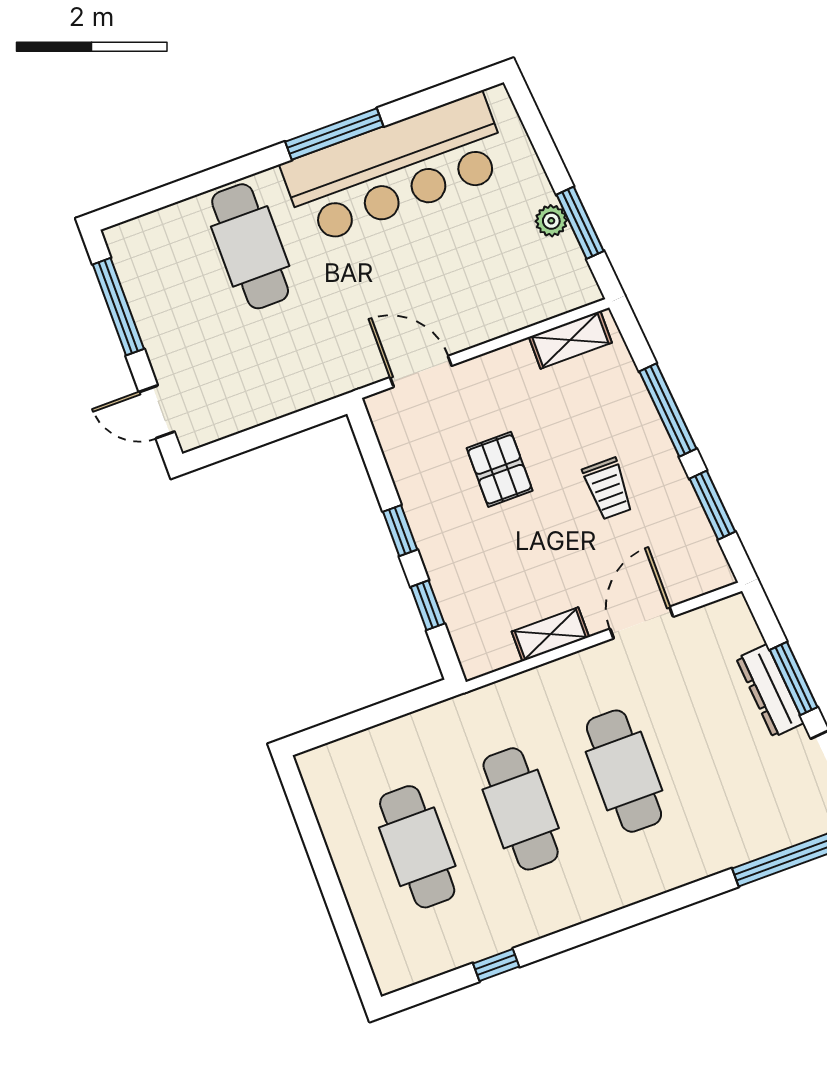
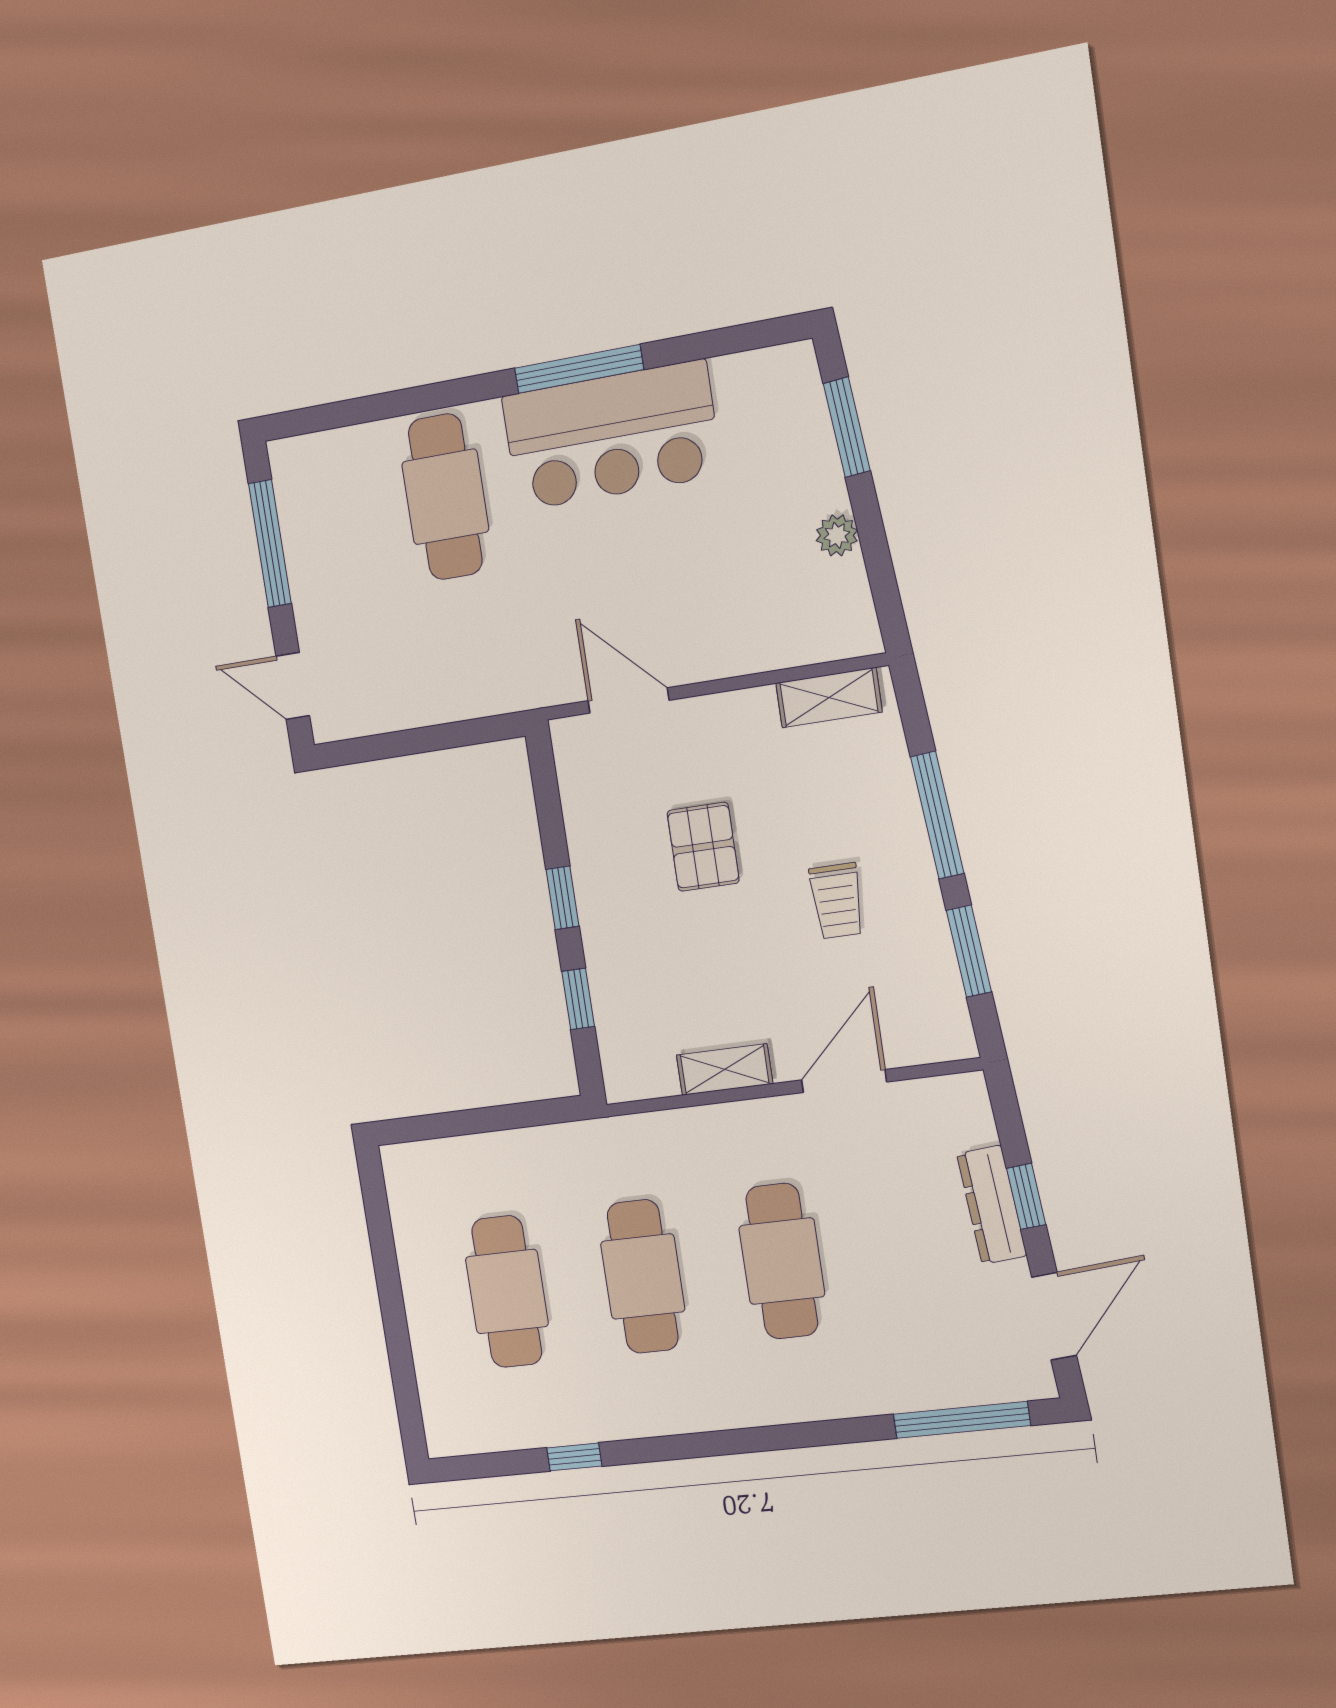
bar counter: (396, 169) -> (611, 436), width x0.73
window: (580, 223) -> (847, 427), moved
window: (794, 678) -> (1026, 1196), width x0.67

